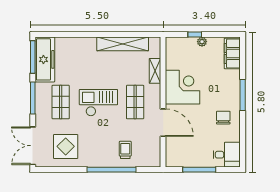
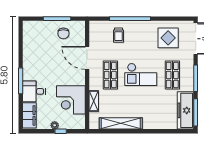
corner desk: (182, 87) -> (71, 100), moved
chair: (223, 118) -> (63, 33), moved
desk: (227, 155) -> (34, 91), moved

